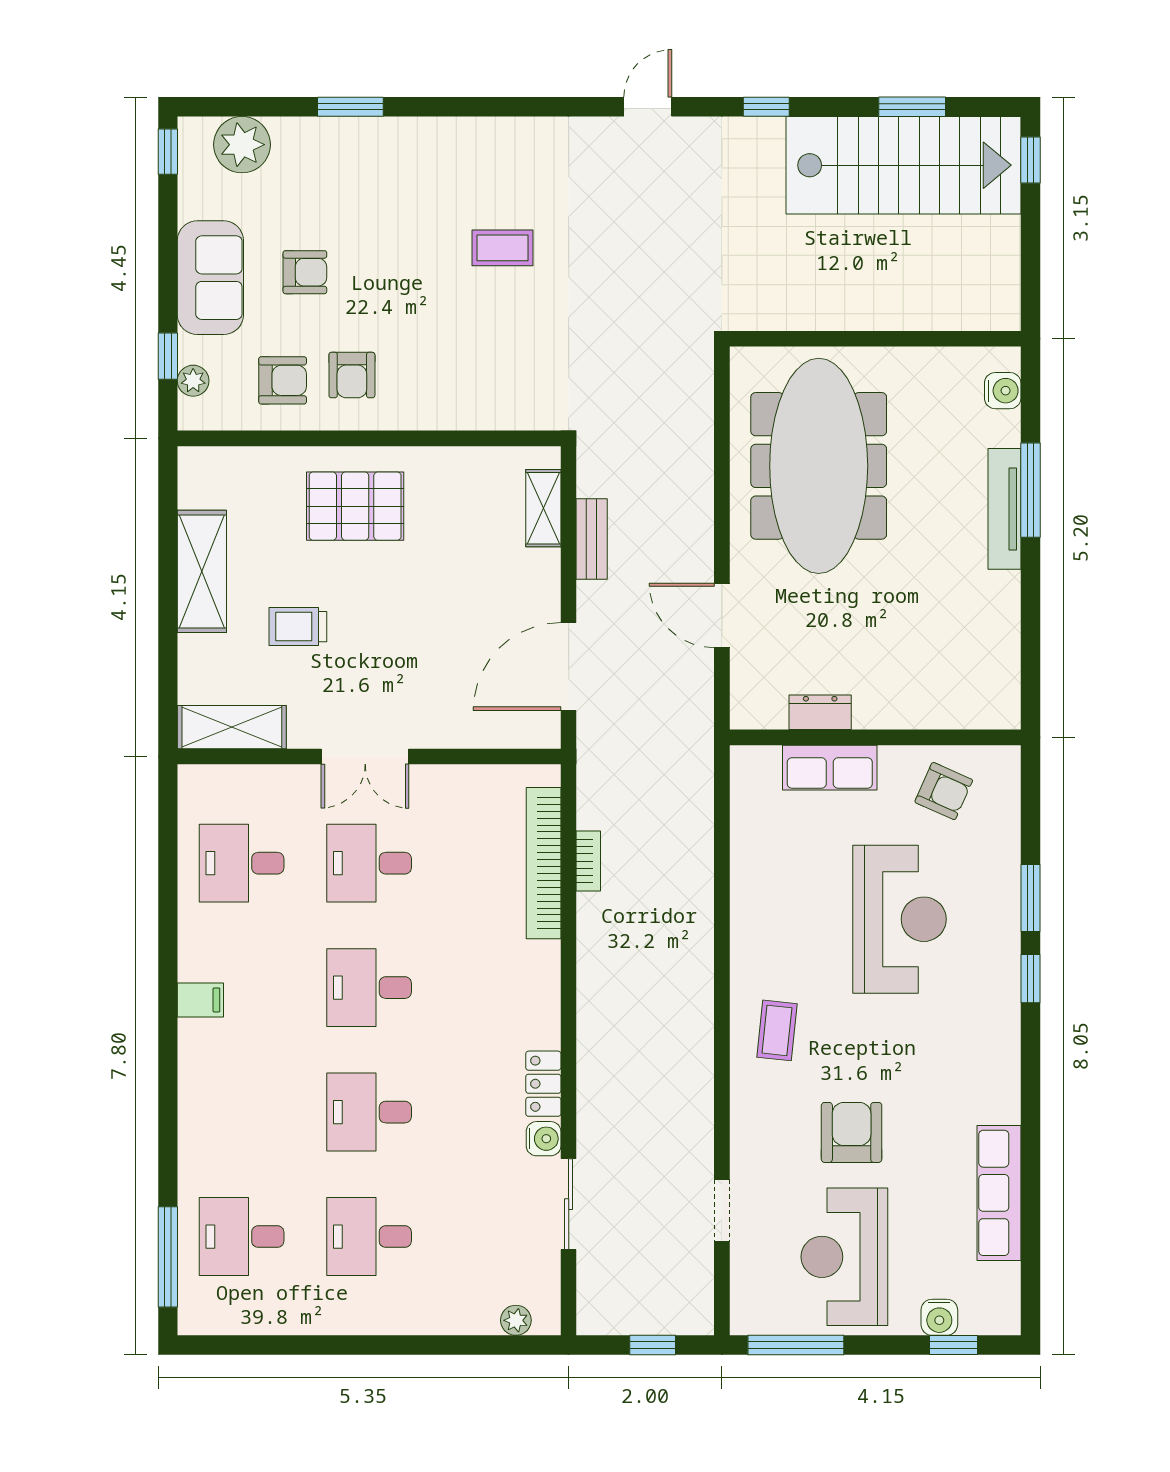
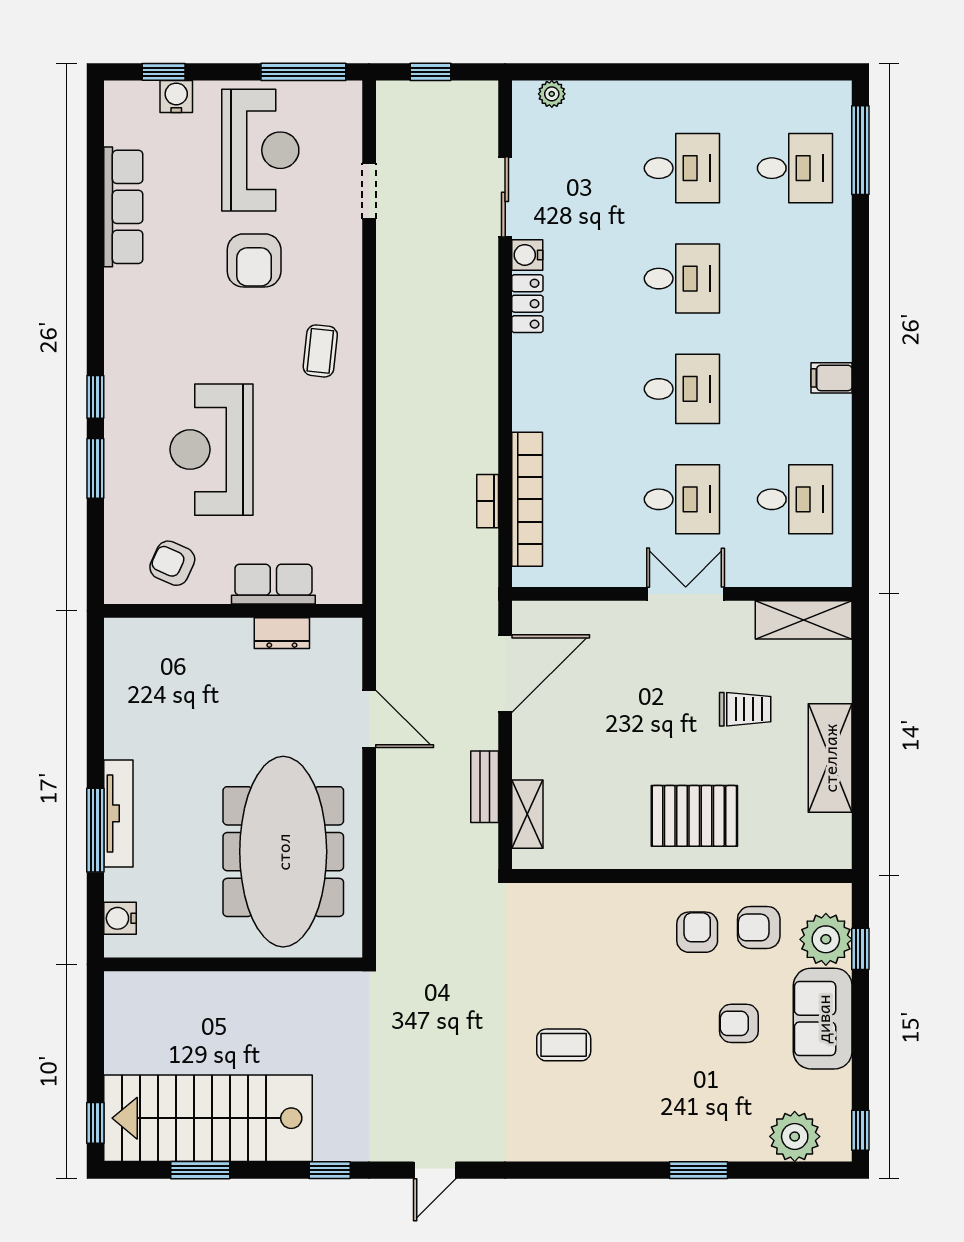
plant: (193, 381) -> (826, 939), width x1.88, depth x1.88

